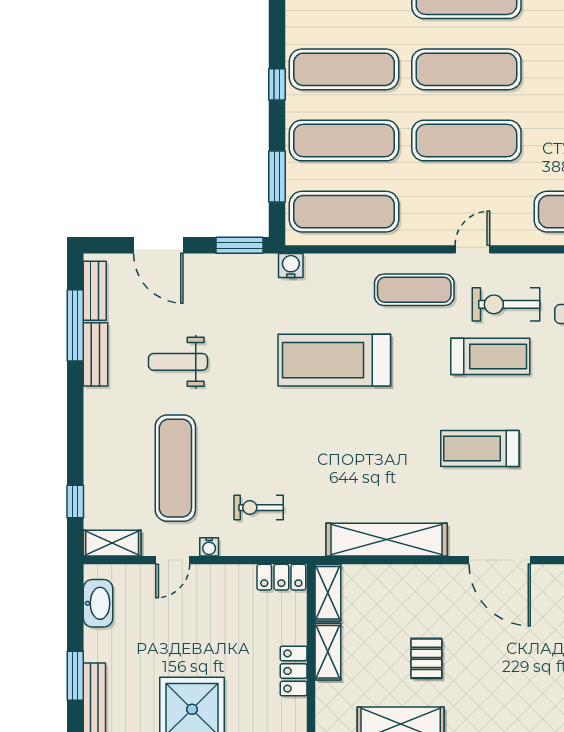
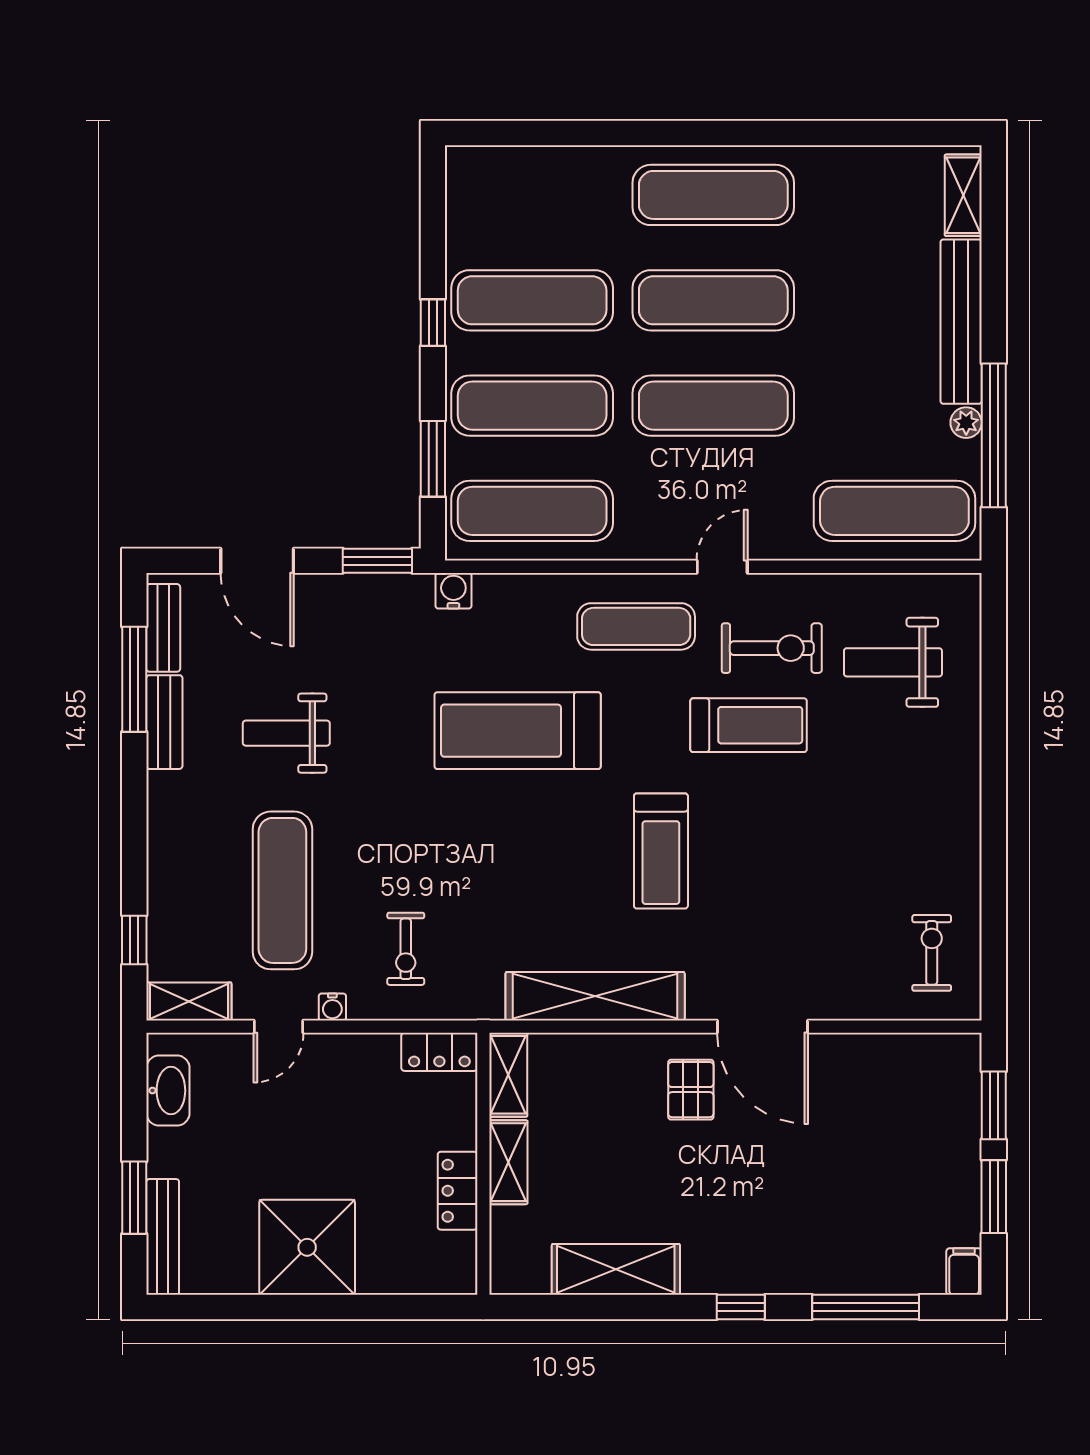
exercise bike: (506, 304) -> (772, 648), turned 180
treadmill: (480, 449) -> (661, 851), moved, turned -90
exercise bike: (259, 508) -> (406, 949), turned -90
pallet: (426, 658) -> (691, 1090), moved

